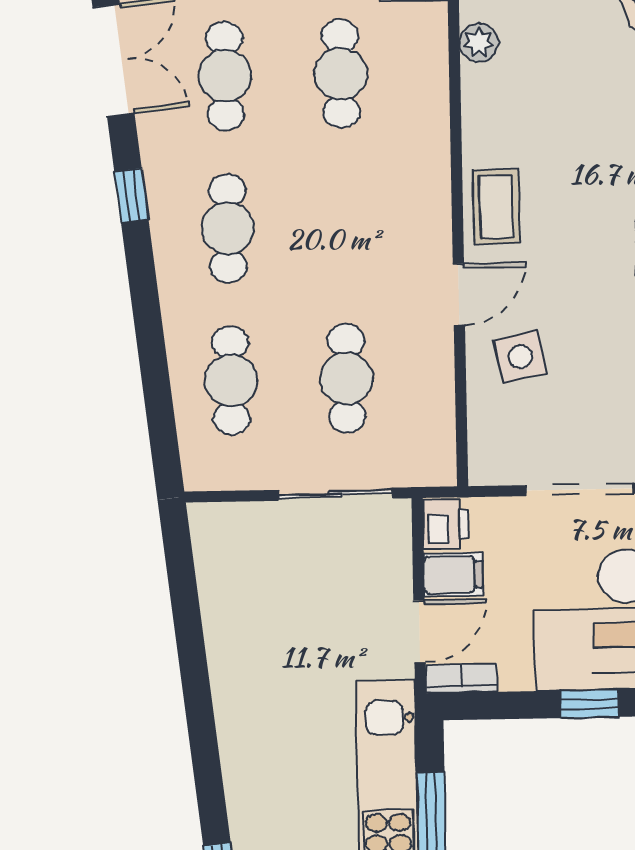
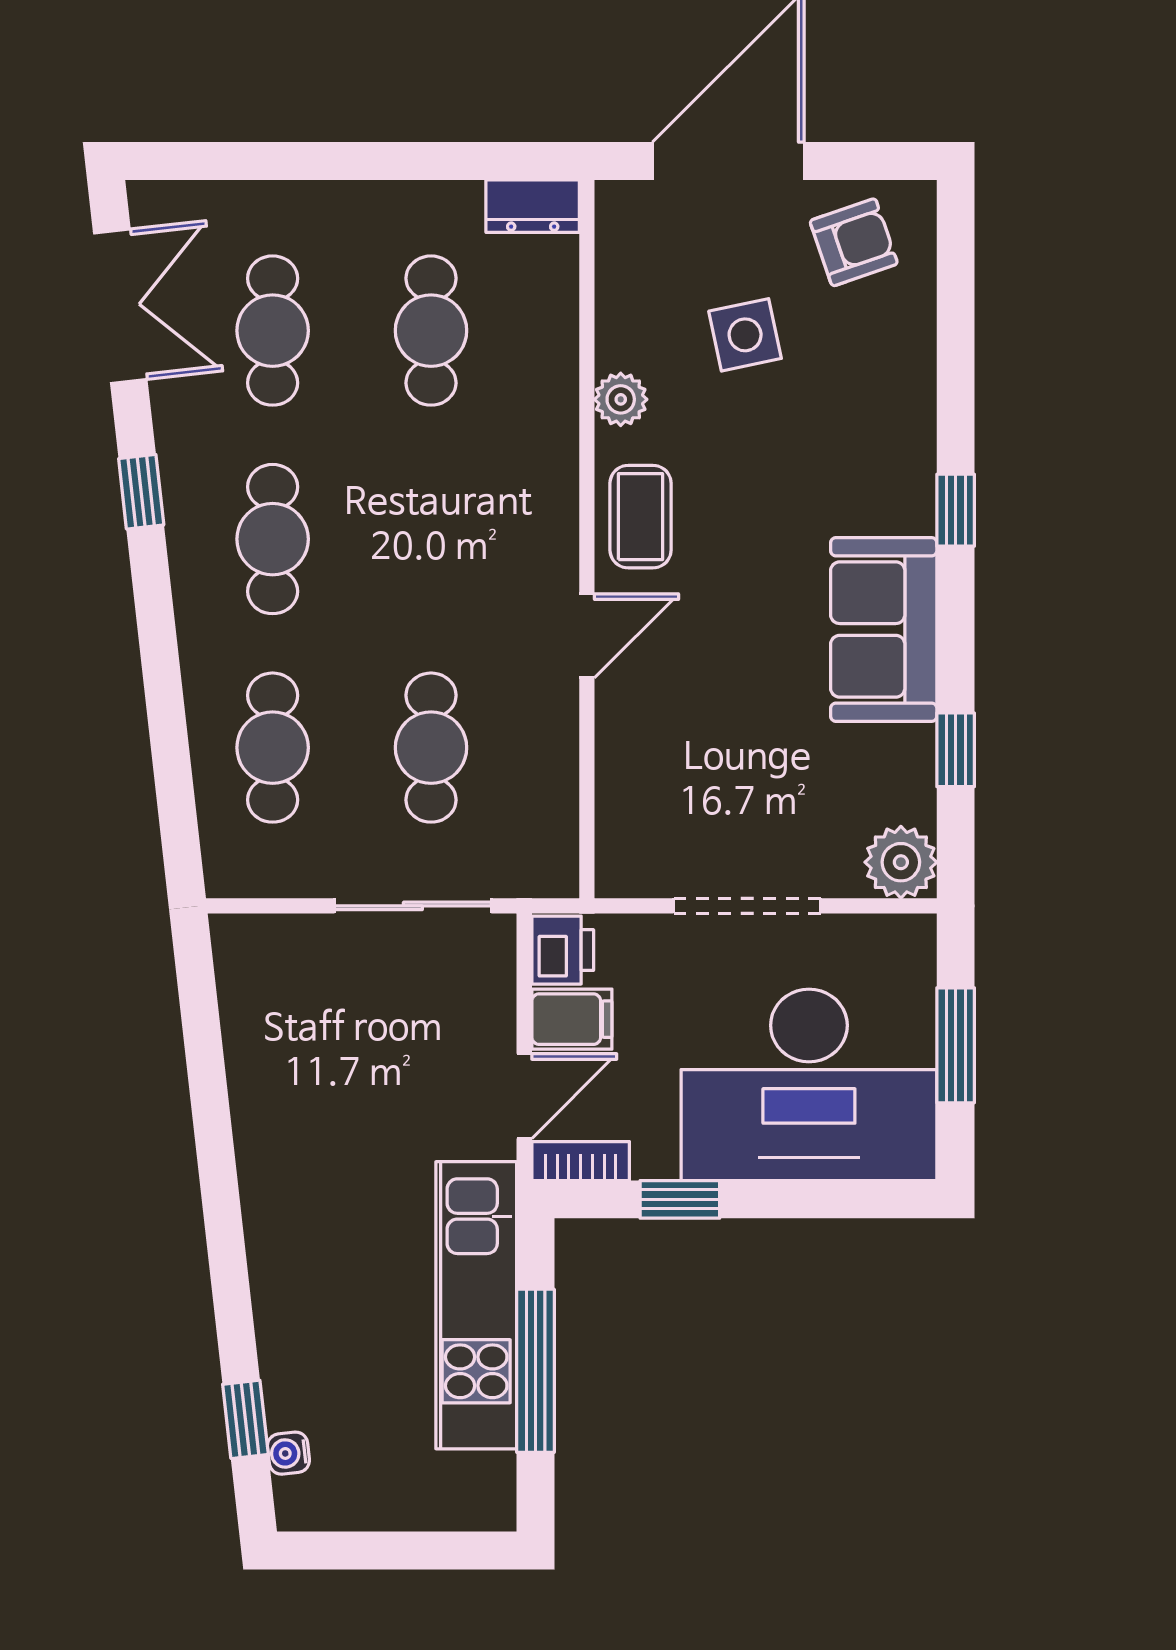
plant: (479, 43) -> (621, 399), moved
side table: (520, 357) -> (745, 335), moved
window: (590, 704) -> (680, 1199), moved

